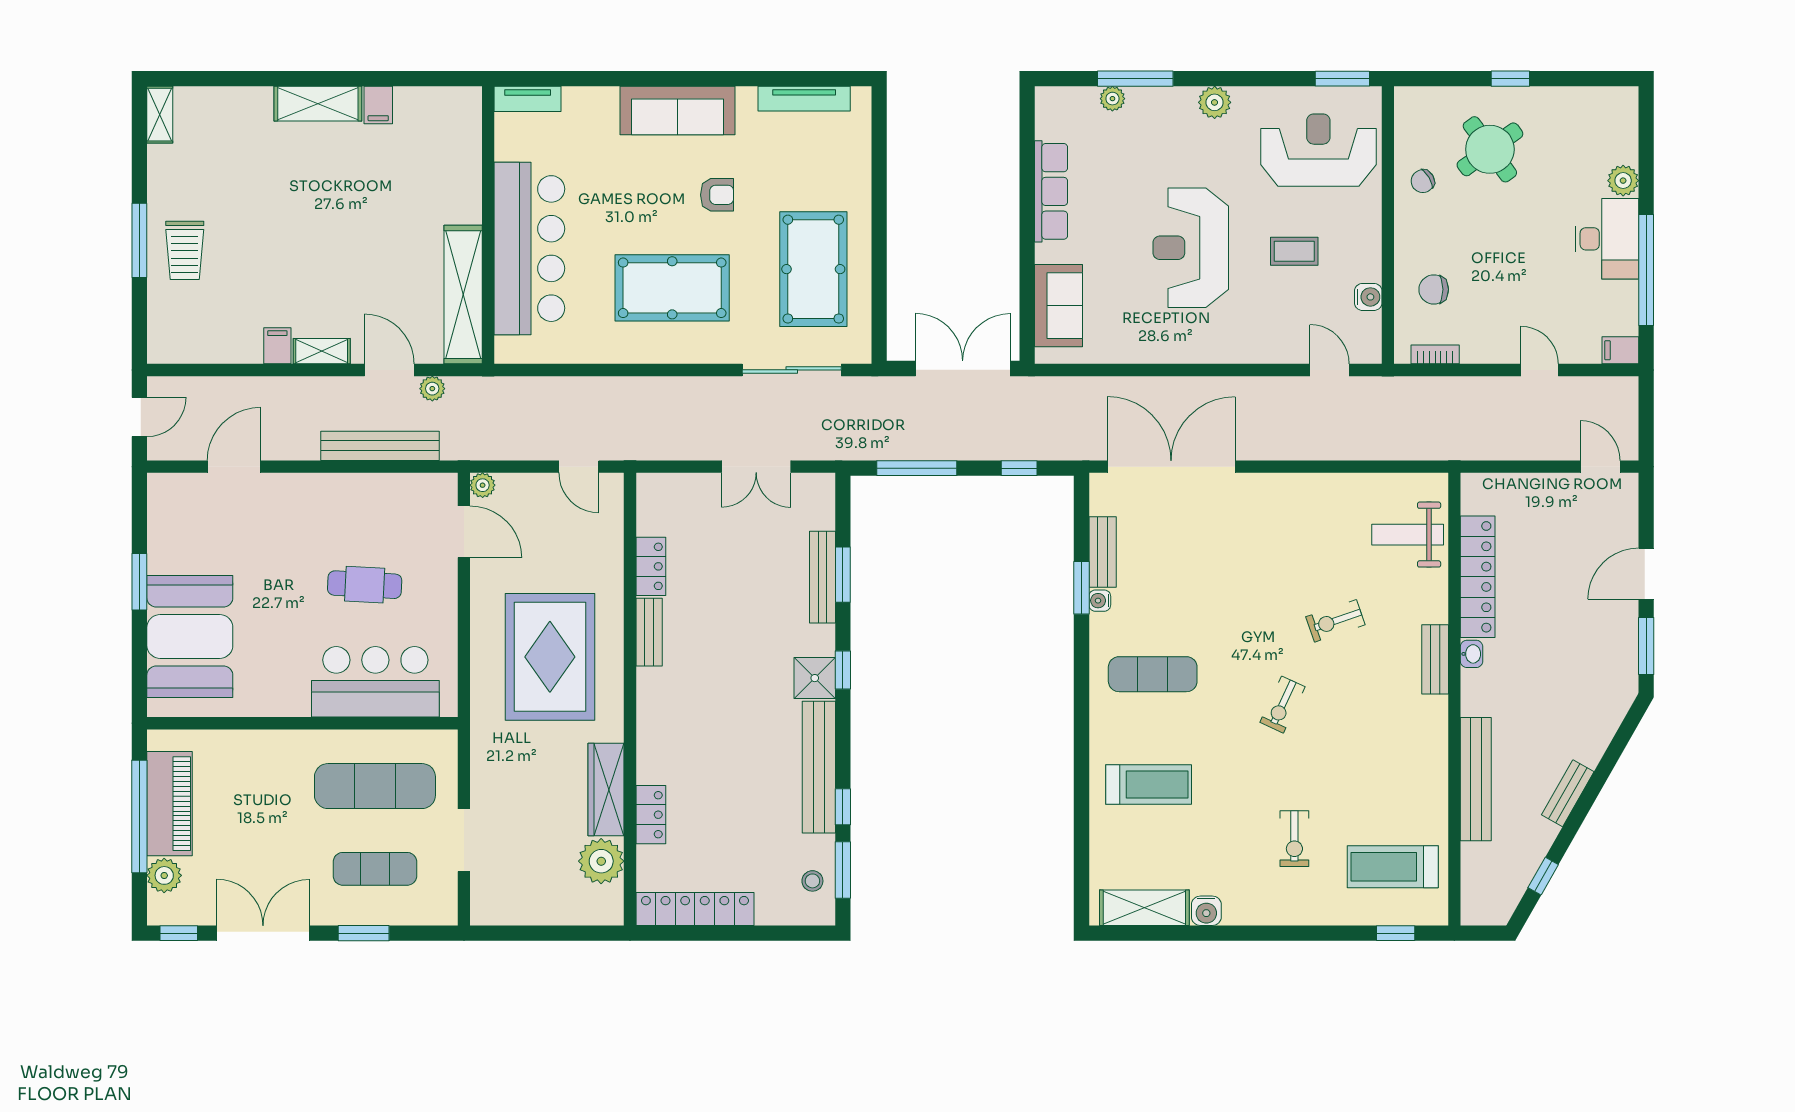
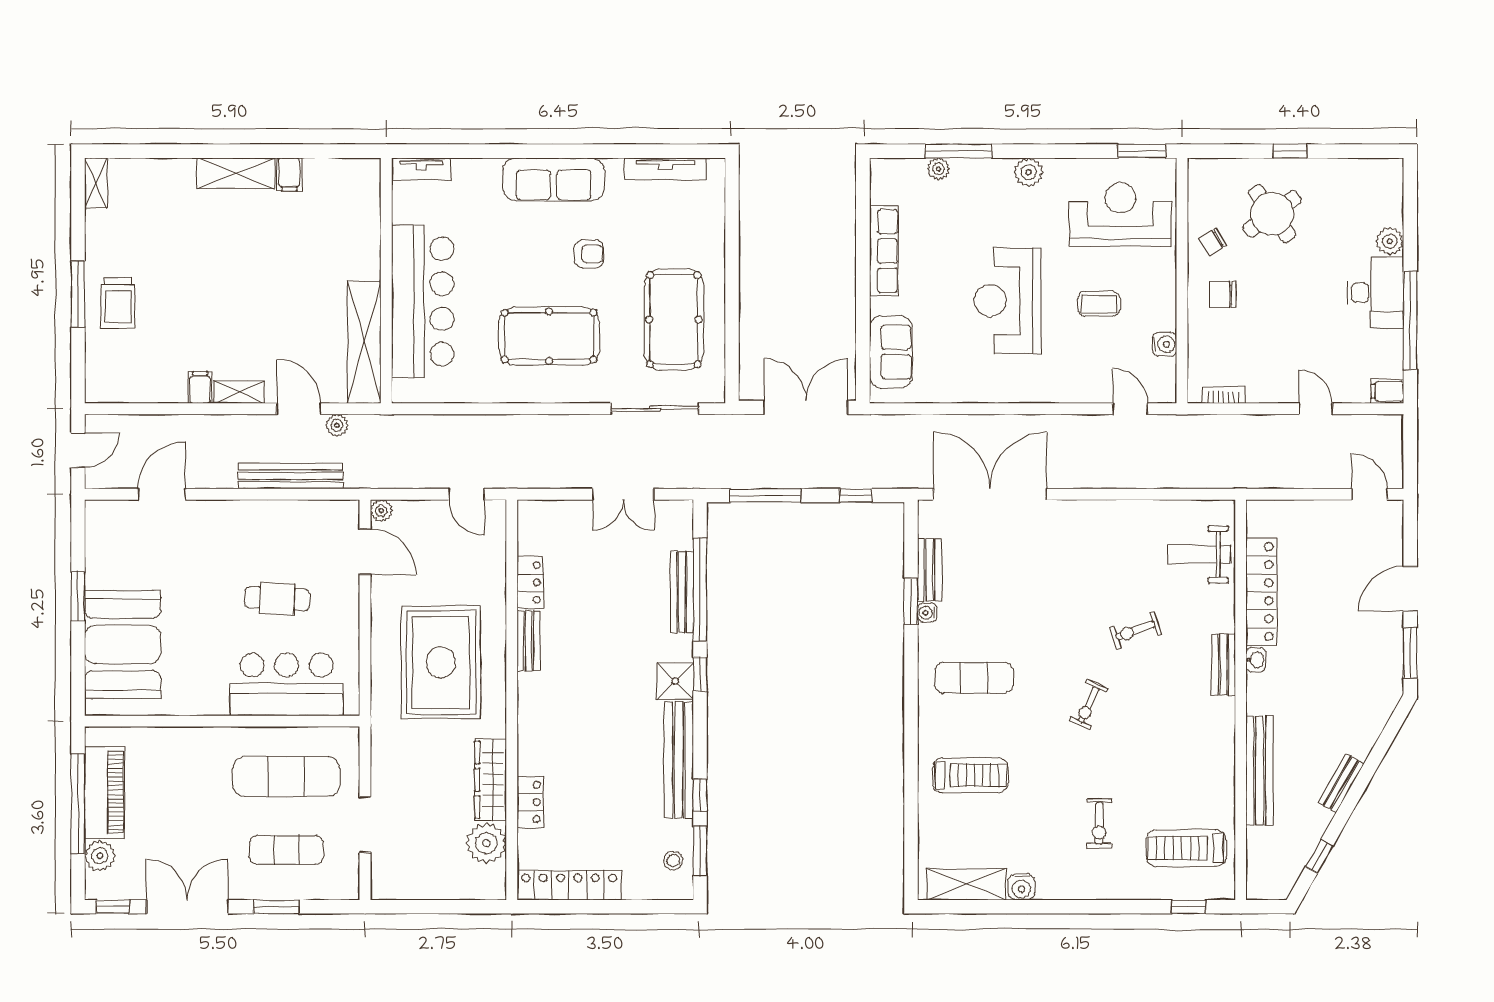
chair: (1434, 289) -> (1223, 295), moved
window: (843, 575) -> (700, 590), width x2.11

